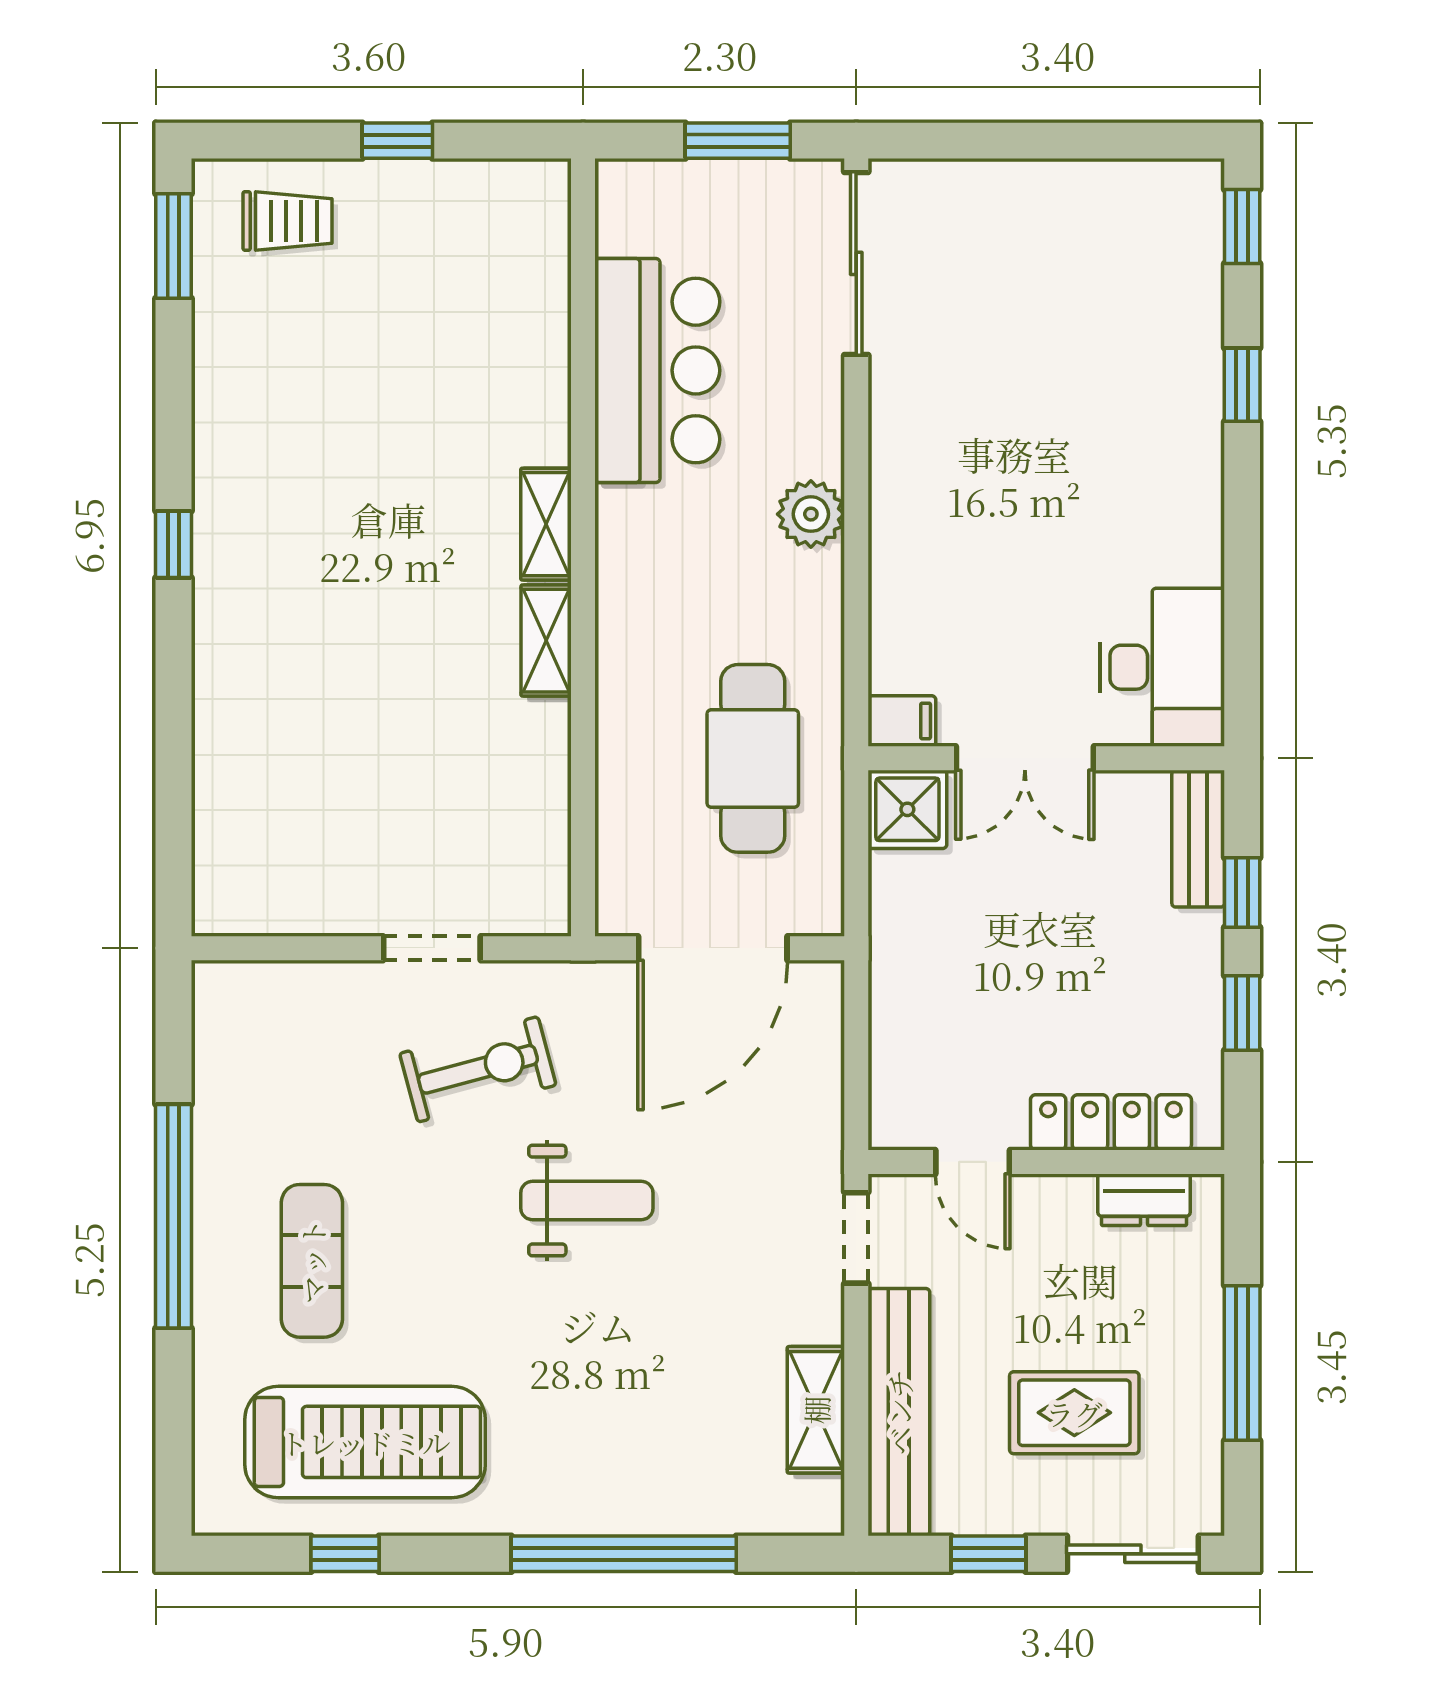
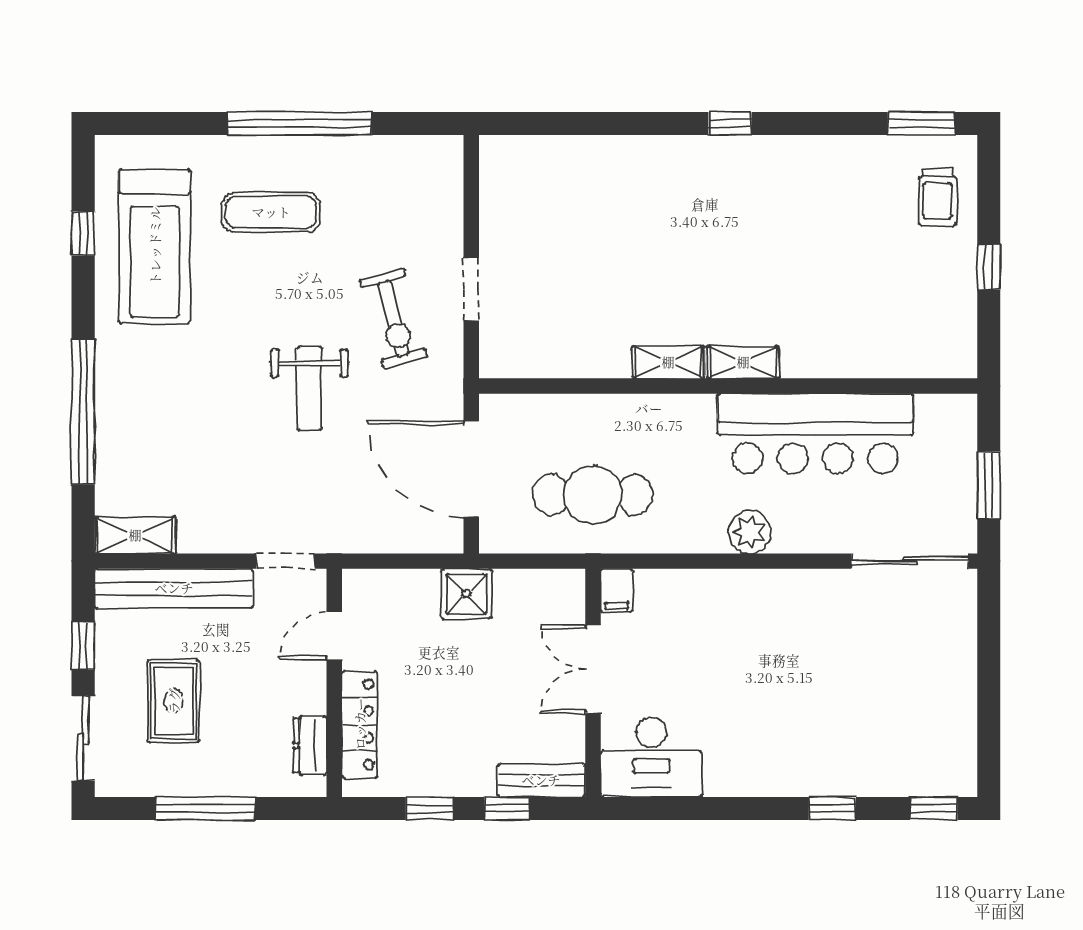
bar counter: (657, 370) -> (815, 434), width x1.36
shower: (907, 809) -> (466, 594), moved
shelving: (816, 1410) -> (135, 535), moved

